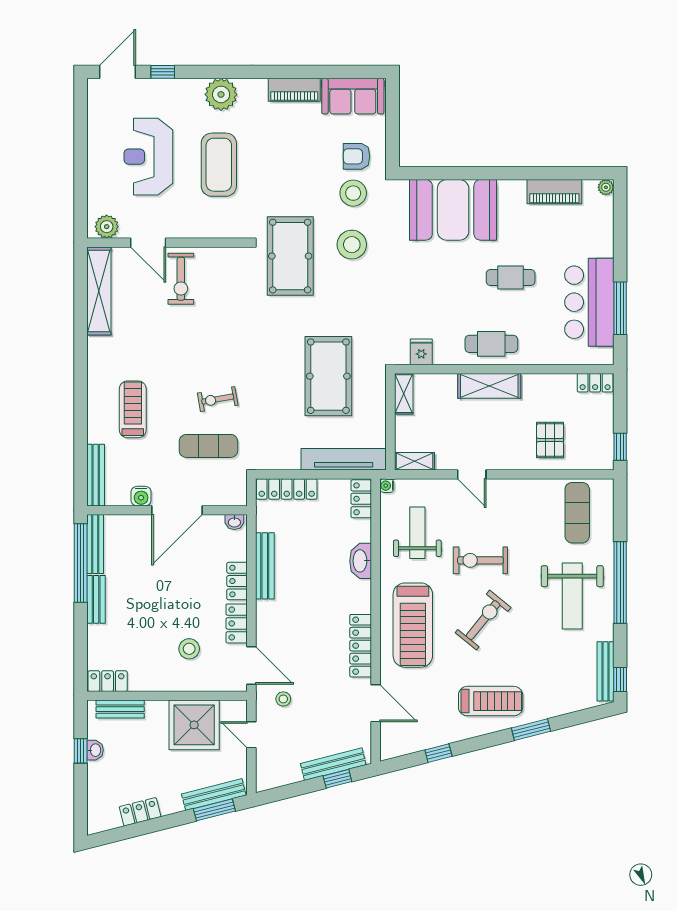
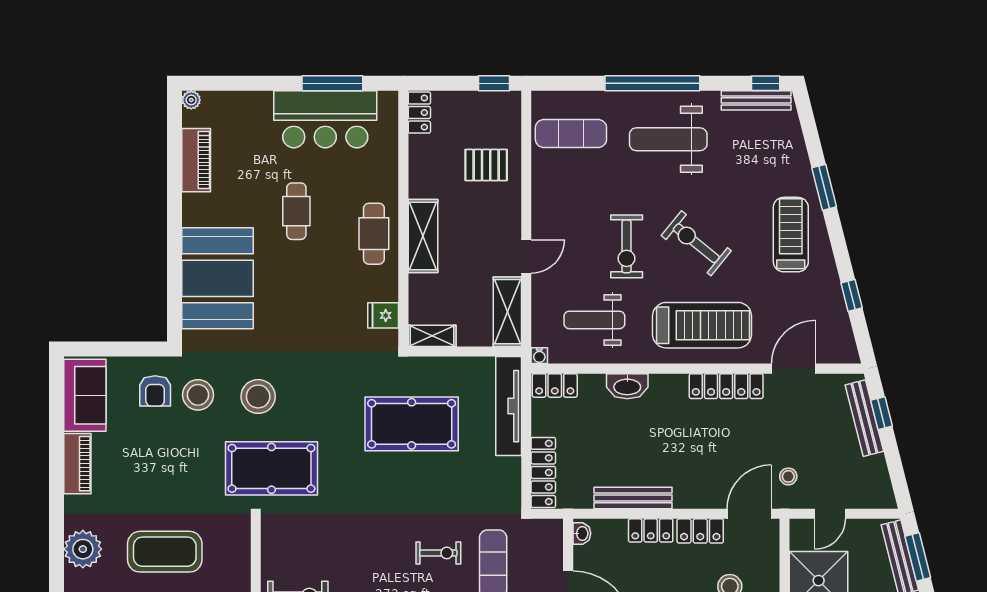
exercise bike: (218, 399) -> (438, 553), turned -80
shelving: (415, 461) -> (507, 312), width x1.50, depth x1.33
weight bench: (572, 596) -> (668, 139), turned 180

